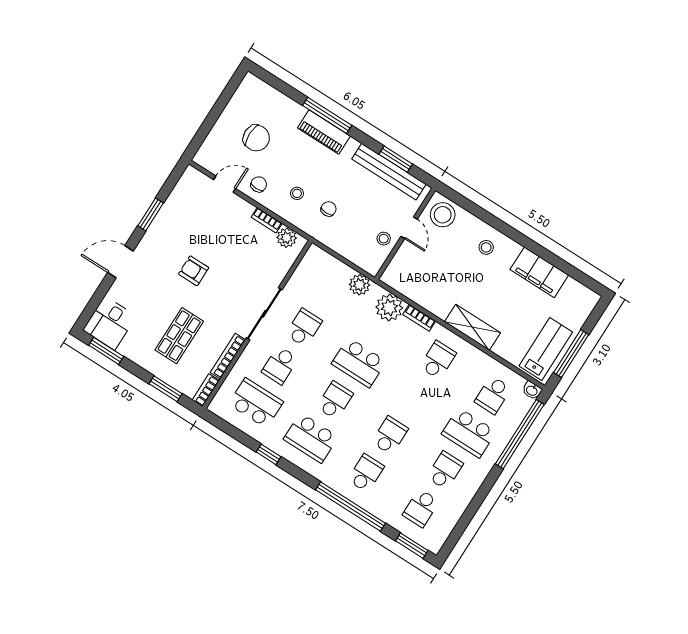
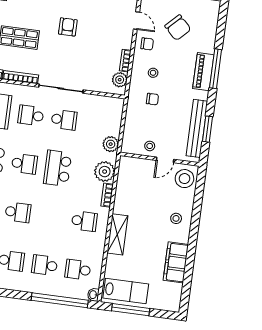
chair: (256, 138) -> (178, 28), turned -45
school desk: (469, 433) -> (45, 265), width x0.54

